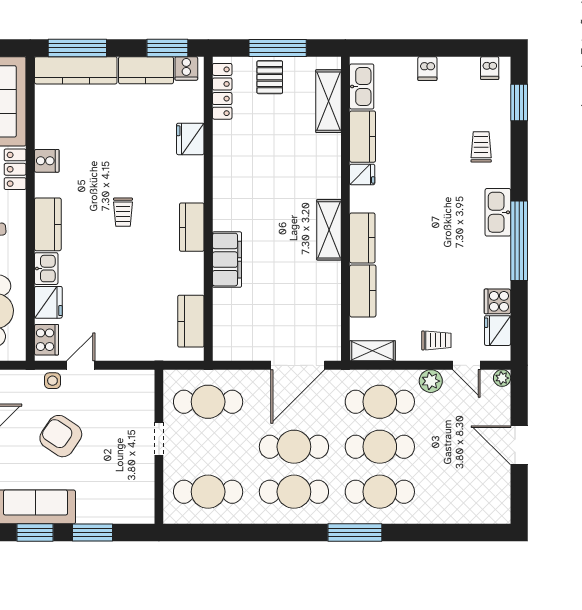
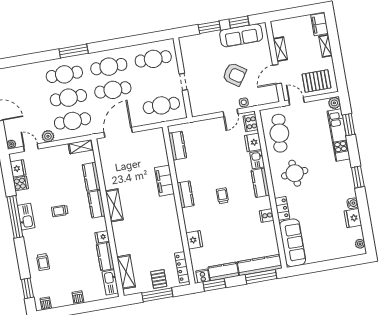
kitchen sink: (498, 212) -> (26, 217), moved
trolley: (436, 340) -> (60, 211), moved

